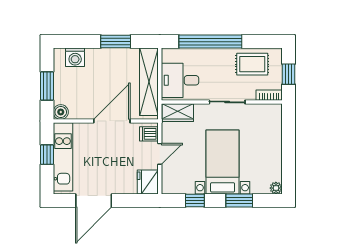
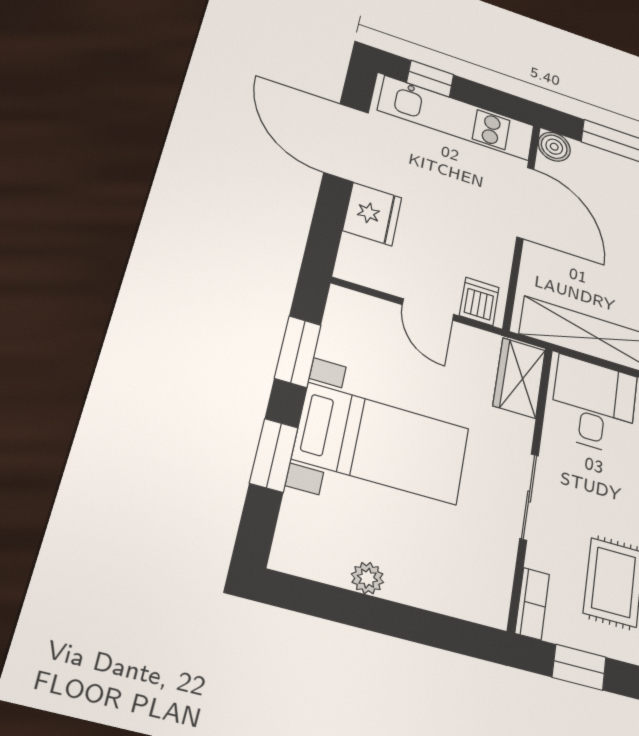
door: (112, 121) -> (525, 203), moved
window: (47, 155) -> (430, 79), moved
fridge: (148, 182) -> (372, 214), moved, turned 90
plant: (276, 188) -> (367, 578), moved
window: (195, 200) -> (298, 351), width x1.50

